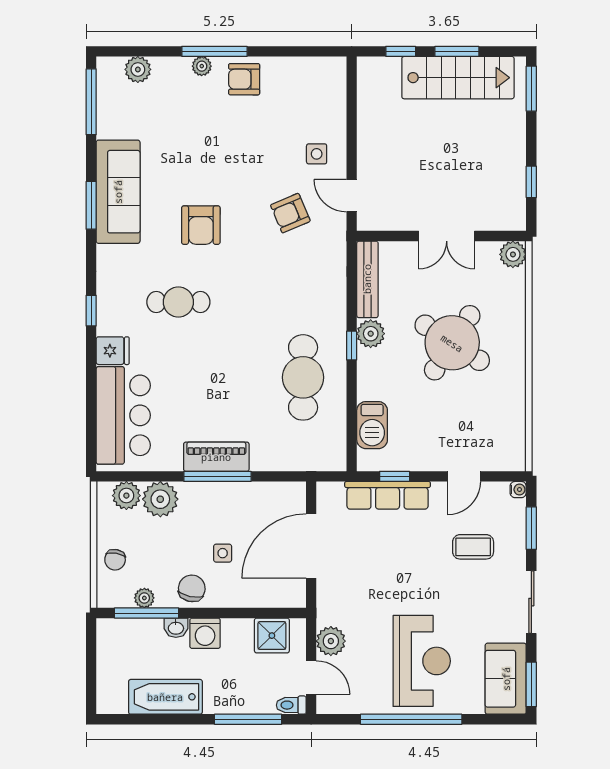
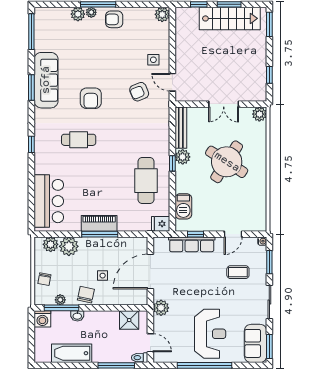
plant: (138, 69) -> (78, 14), moved
plant: (333, 70) -> (162, 14), added
fridge: (113, 351) -> (161, 224), moved, turned 180
washing machine: (205, 633) -> (42, 319), moved
plant: (331, 641) -> (161, 308), moved

